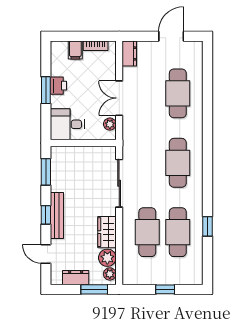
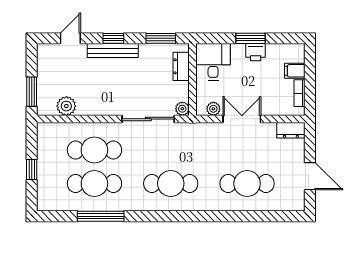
window: (208, 226) -> (101, 216), width x2.17
wardrobe: (107, 232) -> (95, 106), removed
plant: (110, 274) -> (182, 109), moved
dresser: (76, 278) -> (181, 66), moved, turned 180

